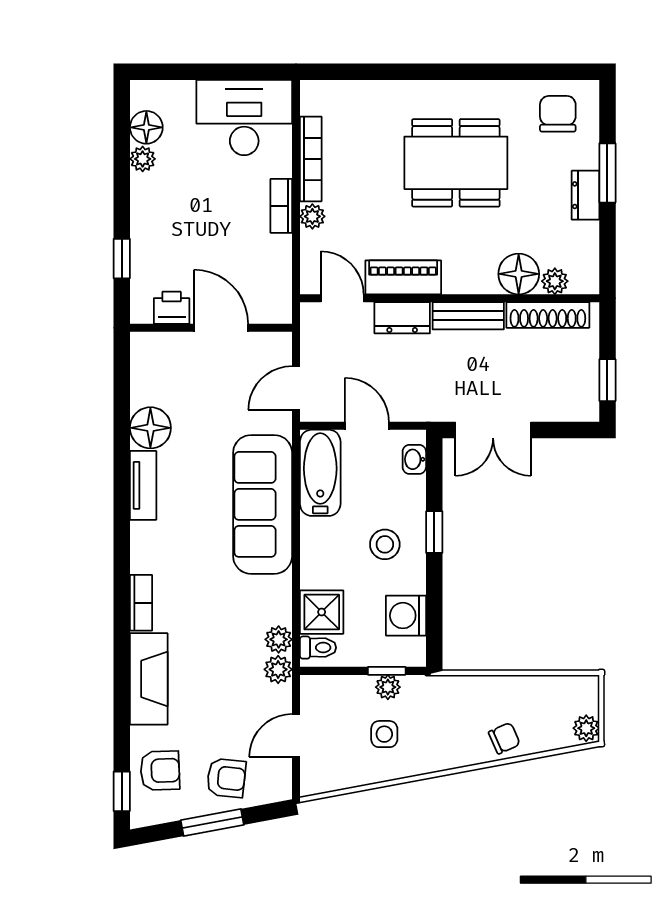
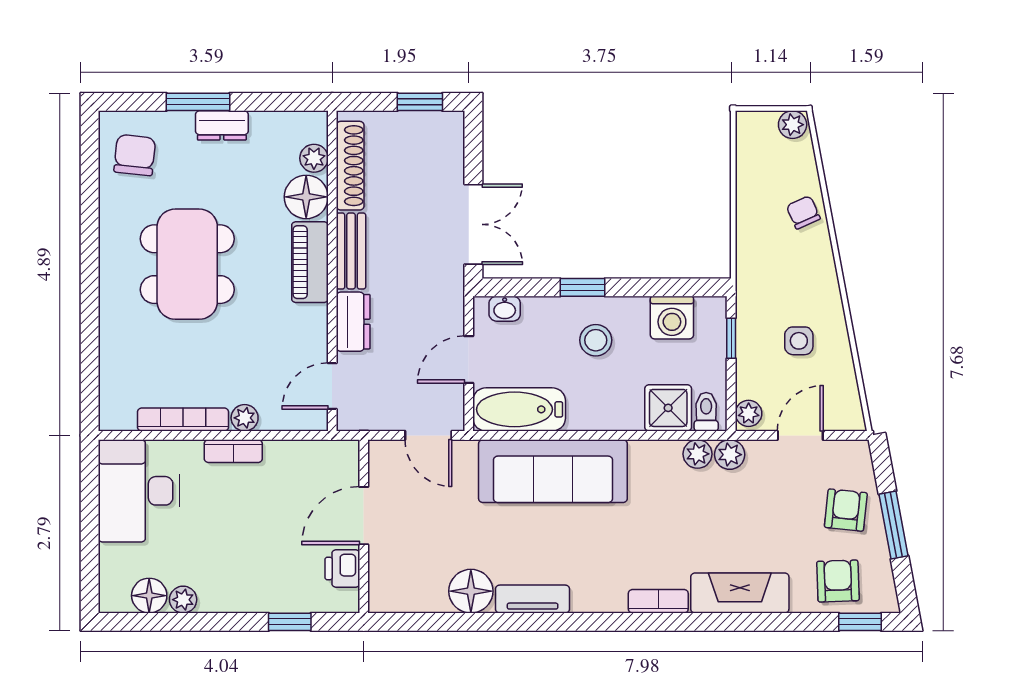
chair: (558, 114) -> (135, 155), turned 96
piano: (403, 277) -> (310, 262), moved
plant: (388, 687) -> (749, 413), moved
door: (296, 735) -> (800, 435), swing flipped

